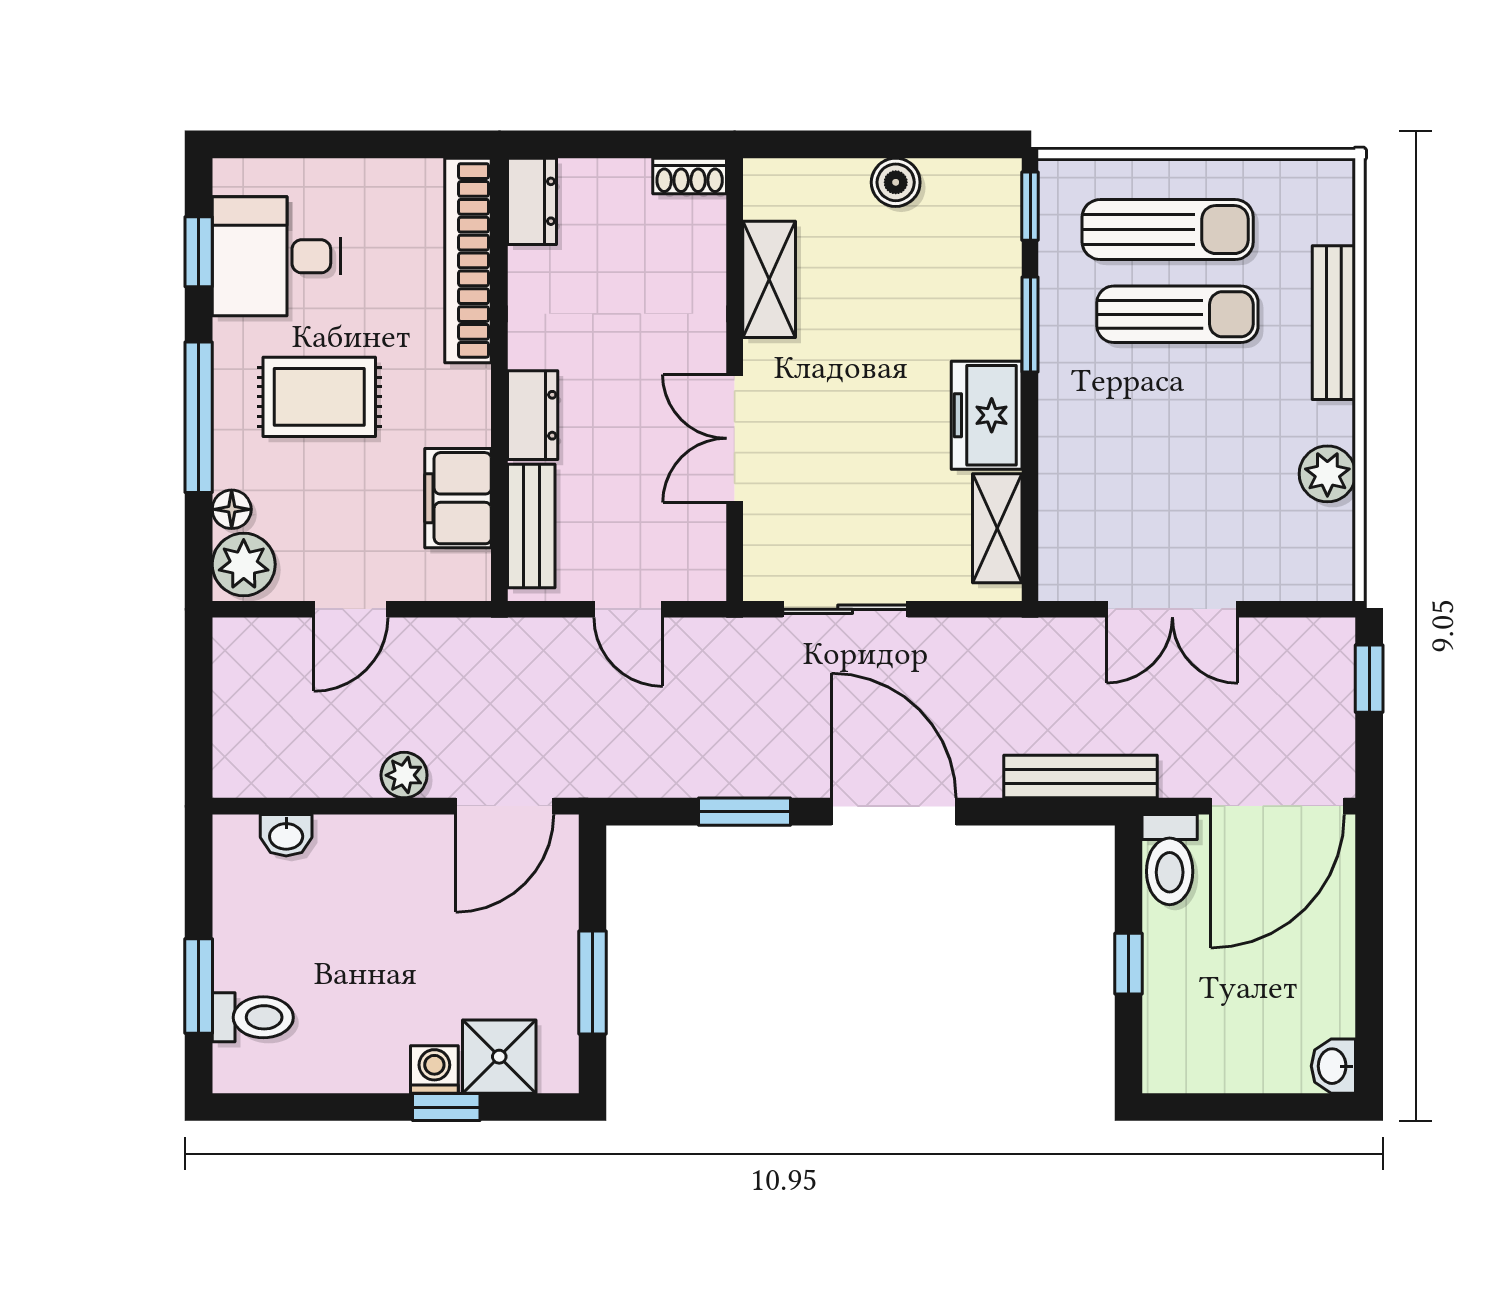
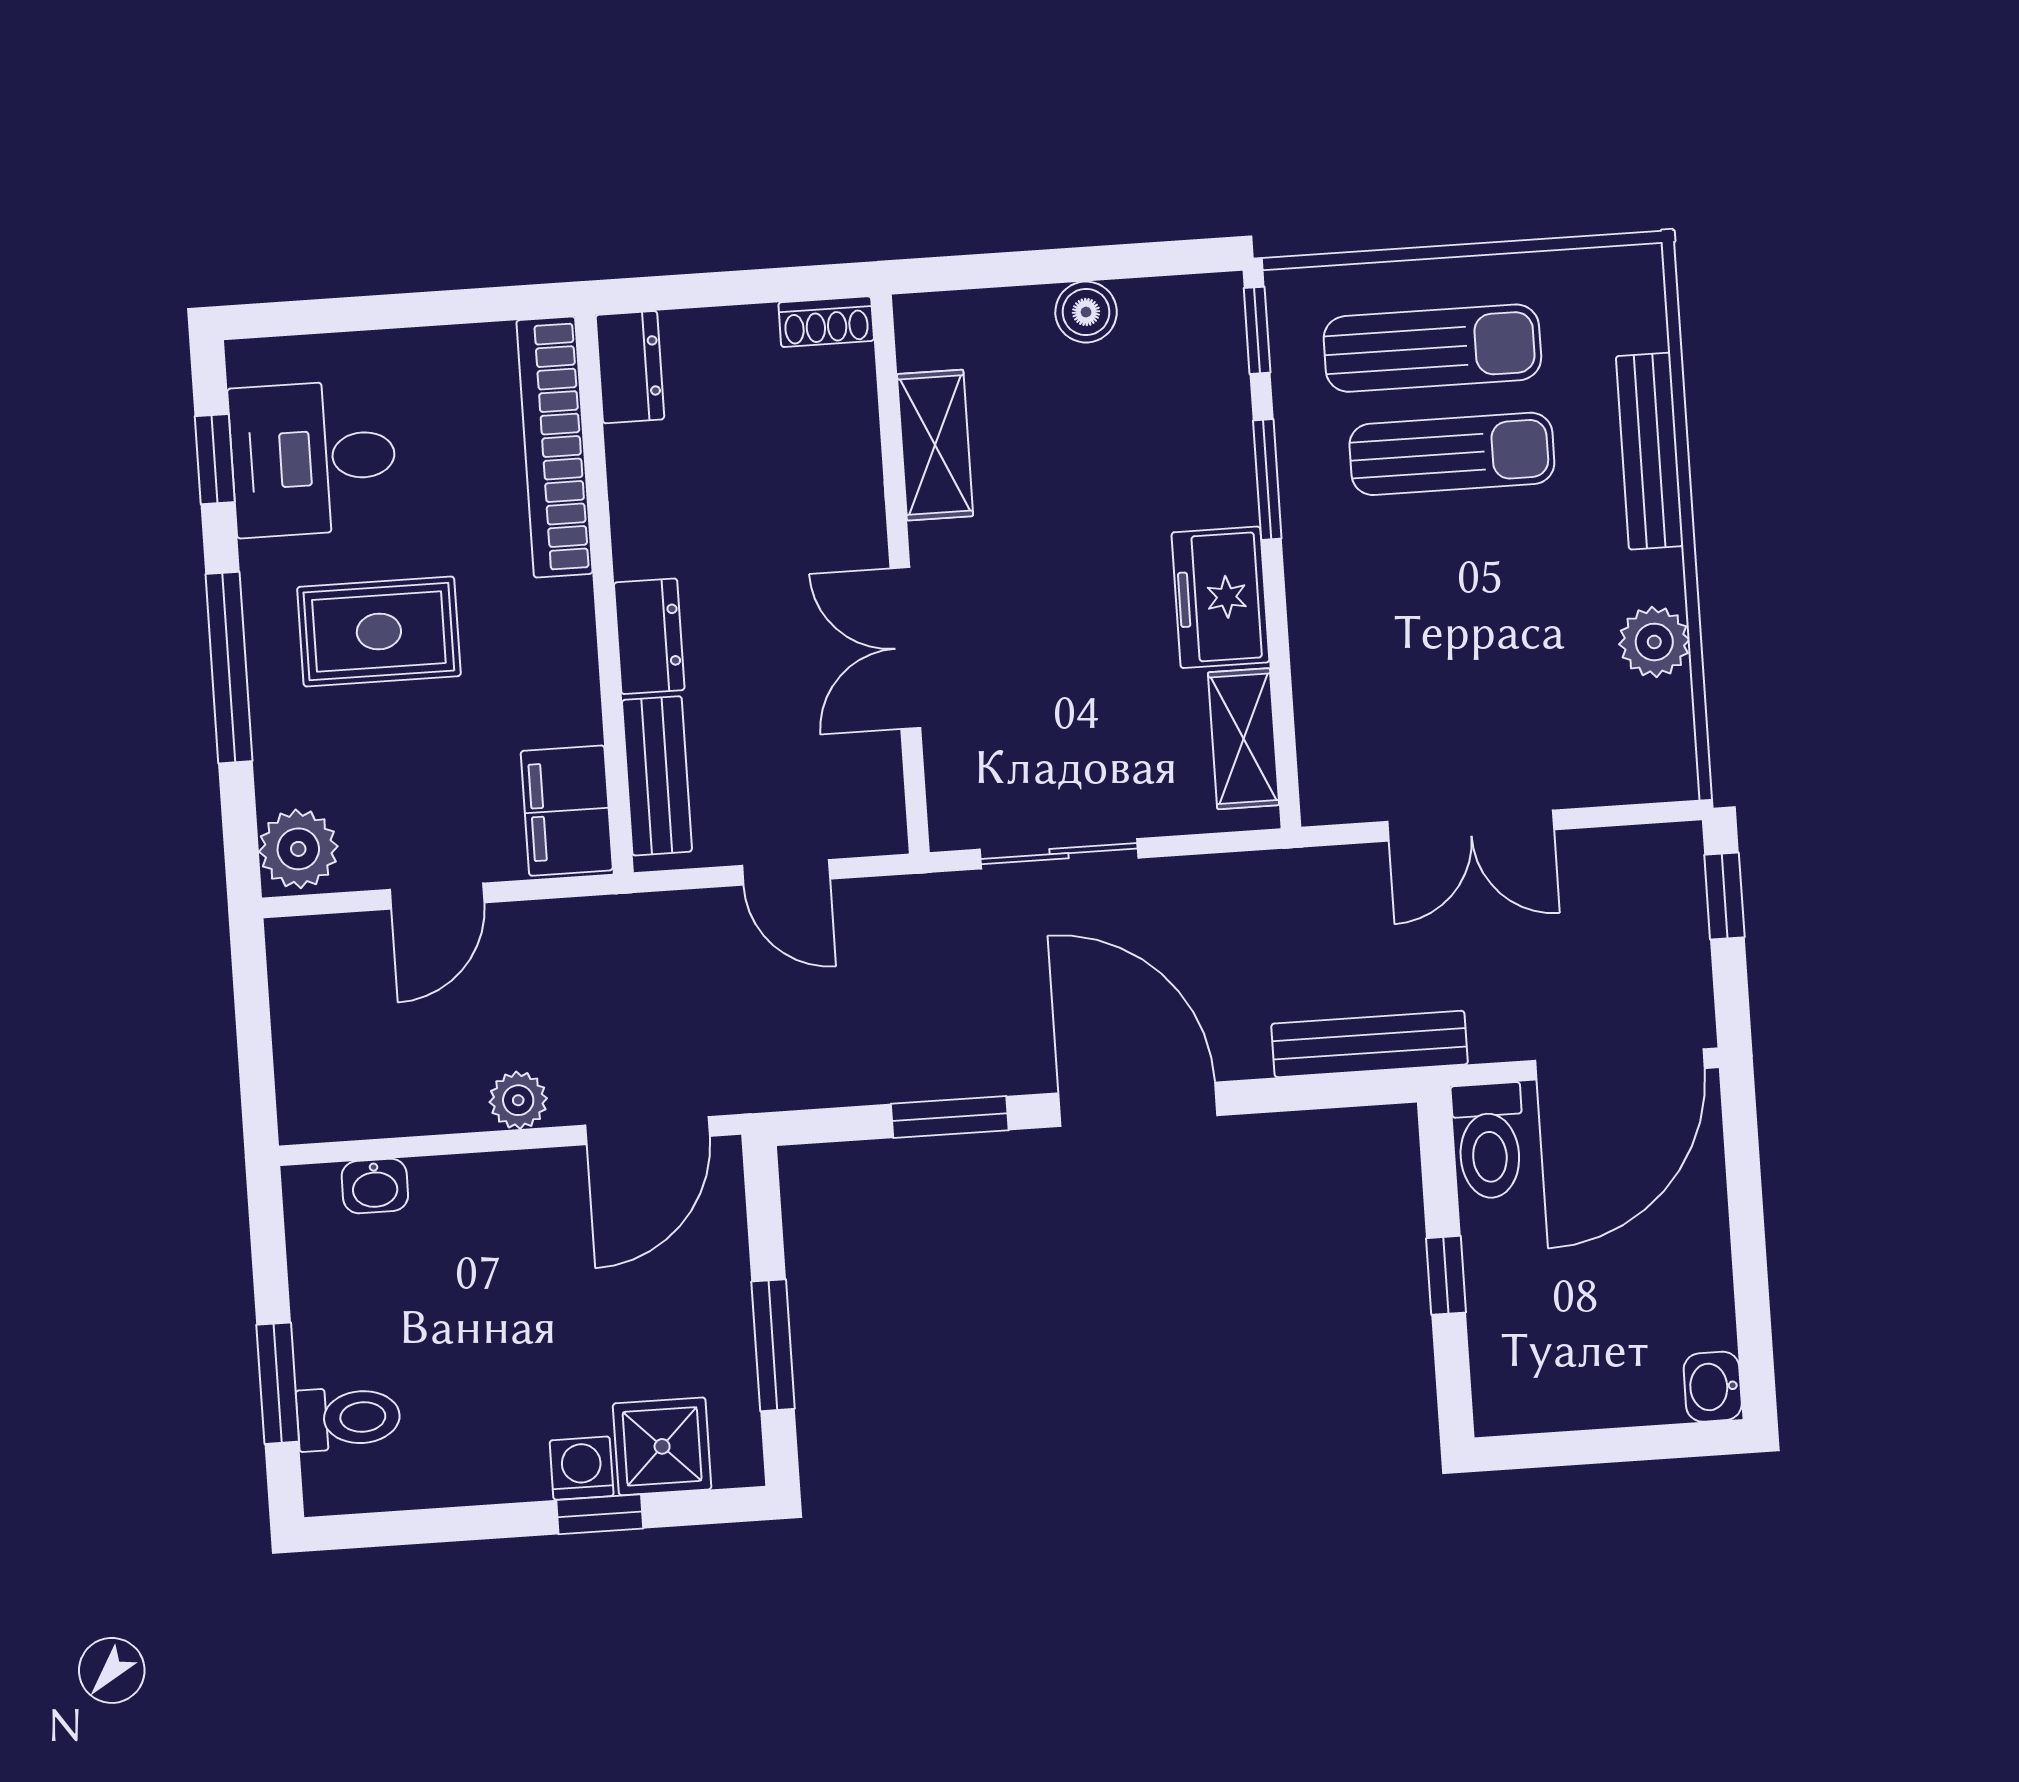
filing cabinet: (458, 498) -> (567, 811), moved
floor lamp: (232, 509) -> (278, 781), removed

